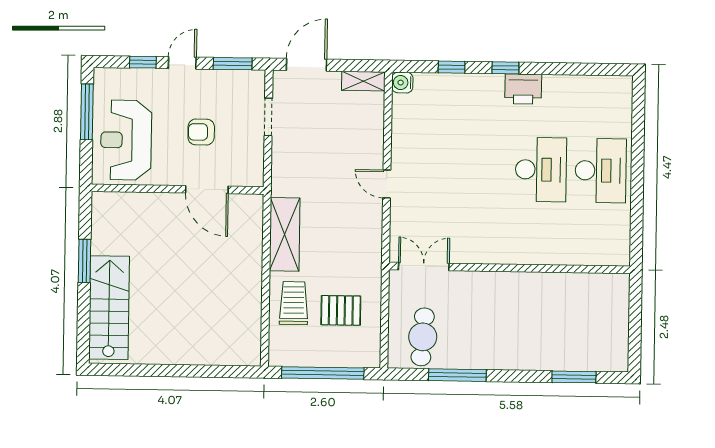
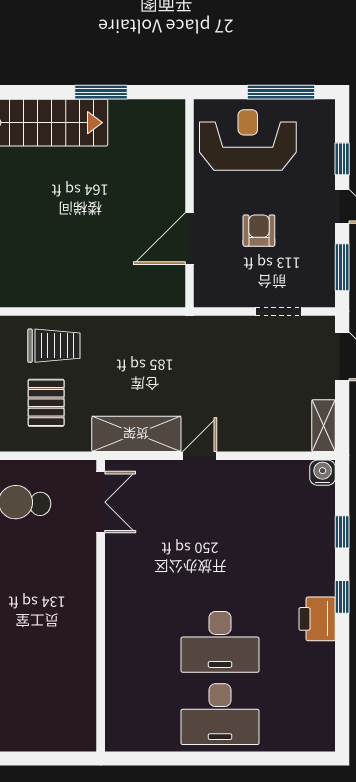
shelving: (285, 234) -> (136, 434), moved

